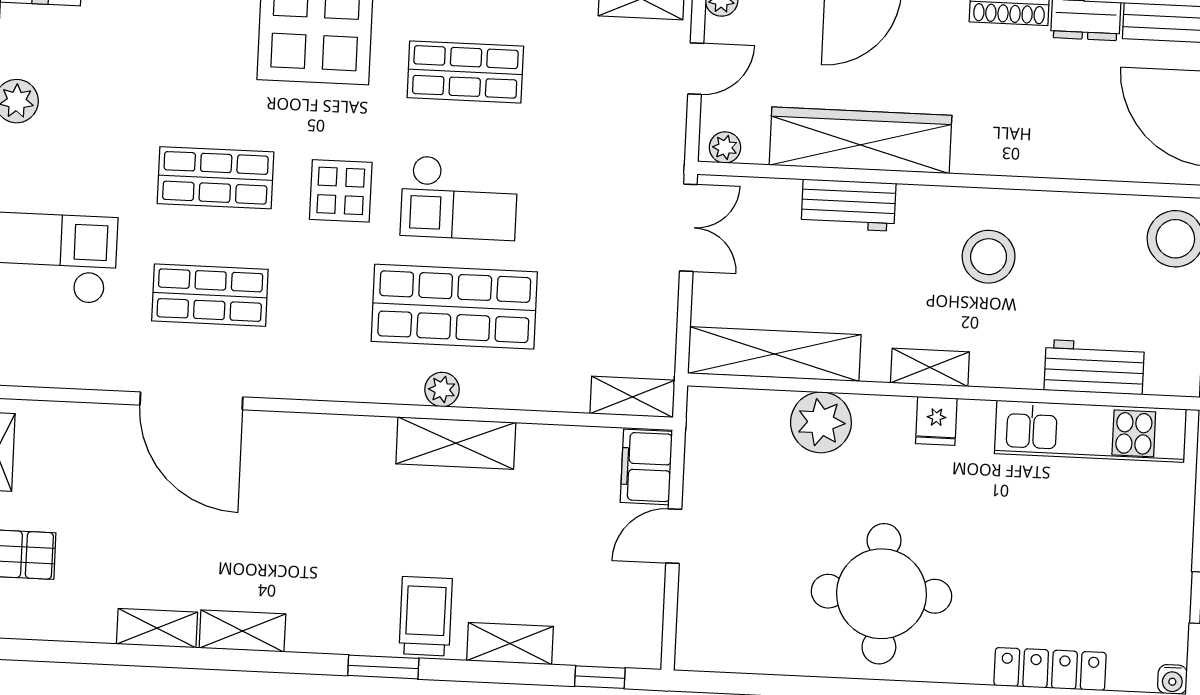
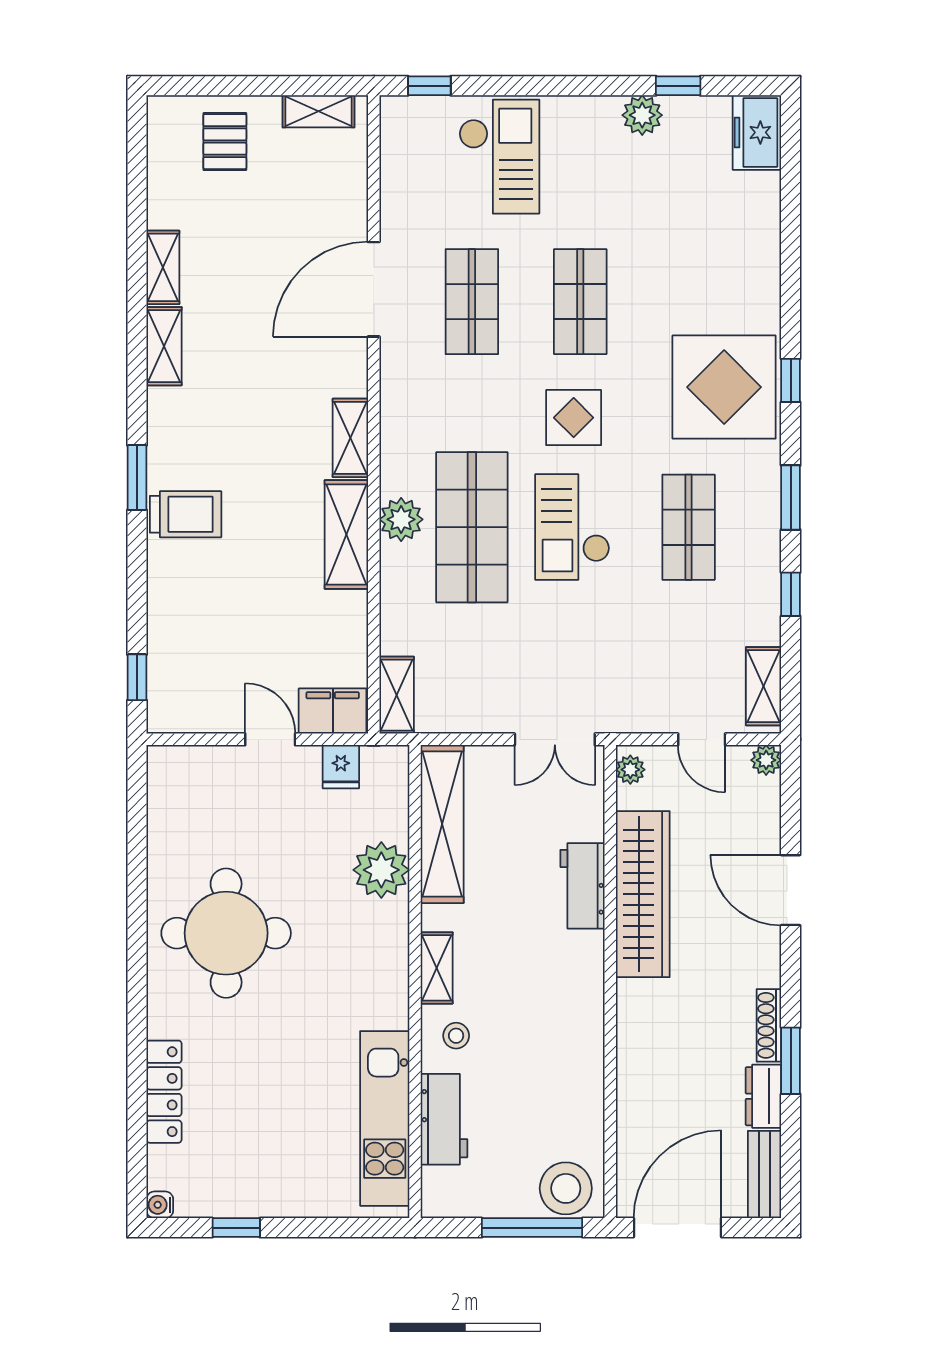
stool: (989, 257) -> (456, 1036), moved, width x0.53, depth x0.53
plant: (442, 389) -> (401, 519), width x1.38, depth x1.38
fridge: (936, 421) -> (341, 767), moved, turned -90
shelving: (510, 644) -> (350, 438), moved

